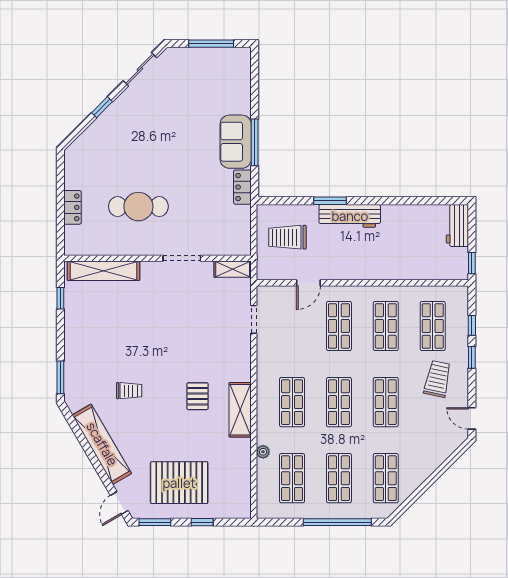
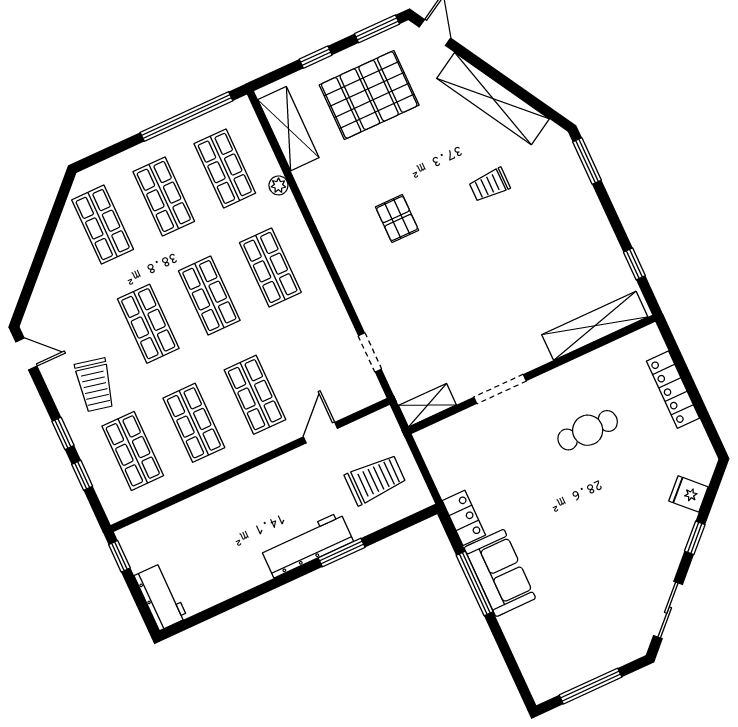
fridge: (93, 137) -> (688, 494), added
locker: (72, 207) -> (673, 390), width x1.53
cafe table: (138, 207) -> (588, 430), width x0.73, depth x0.74
shelving: (240, 410) -> (288, 129), moved
window: (337, 522) -> (187, 117), moved

